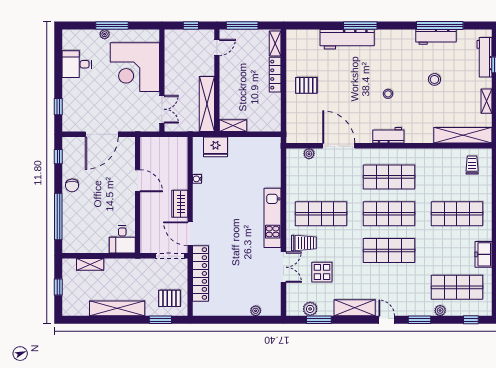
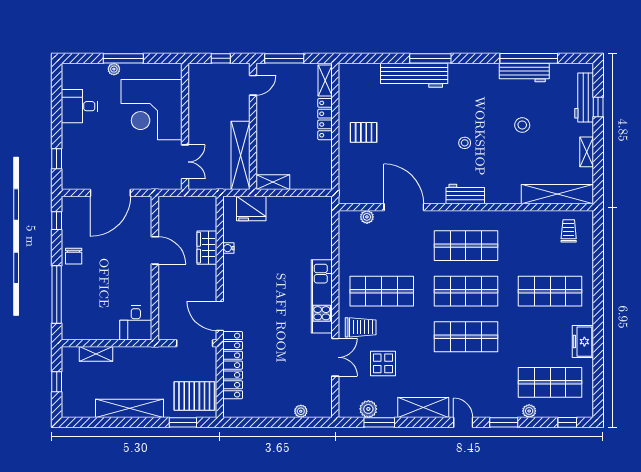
wardrobe: (180, 204) -> (207, 248), moved
pallet: (170, 298) -> (194, 396), width x1.50, depth x1.42

